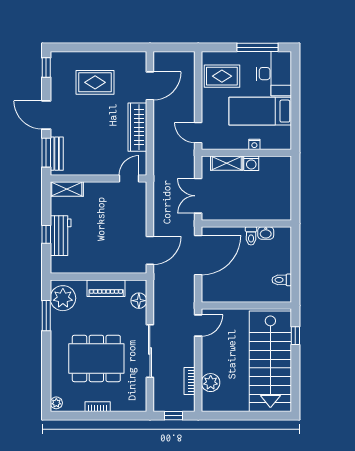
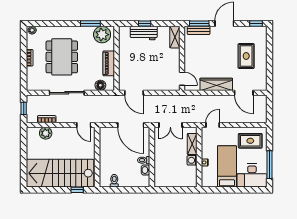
rug: (222, 76) -> (250, 141), turned 90
double door: (198, 196) -> (170, 125), swing flipped

